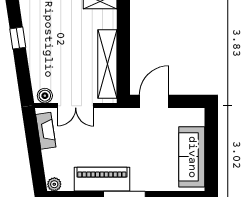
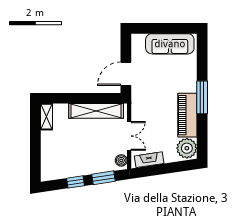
window: (23, 73) -> (104, 178), added
door: (154, 101) -> (126, 74), hinge flipped
plant: (54, 184) -> (187, 148), width x1.87, depth x1.87

